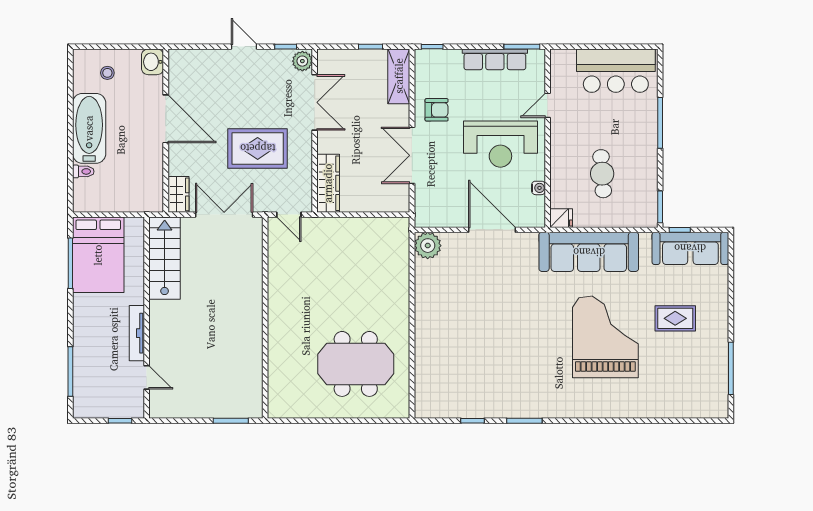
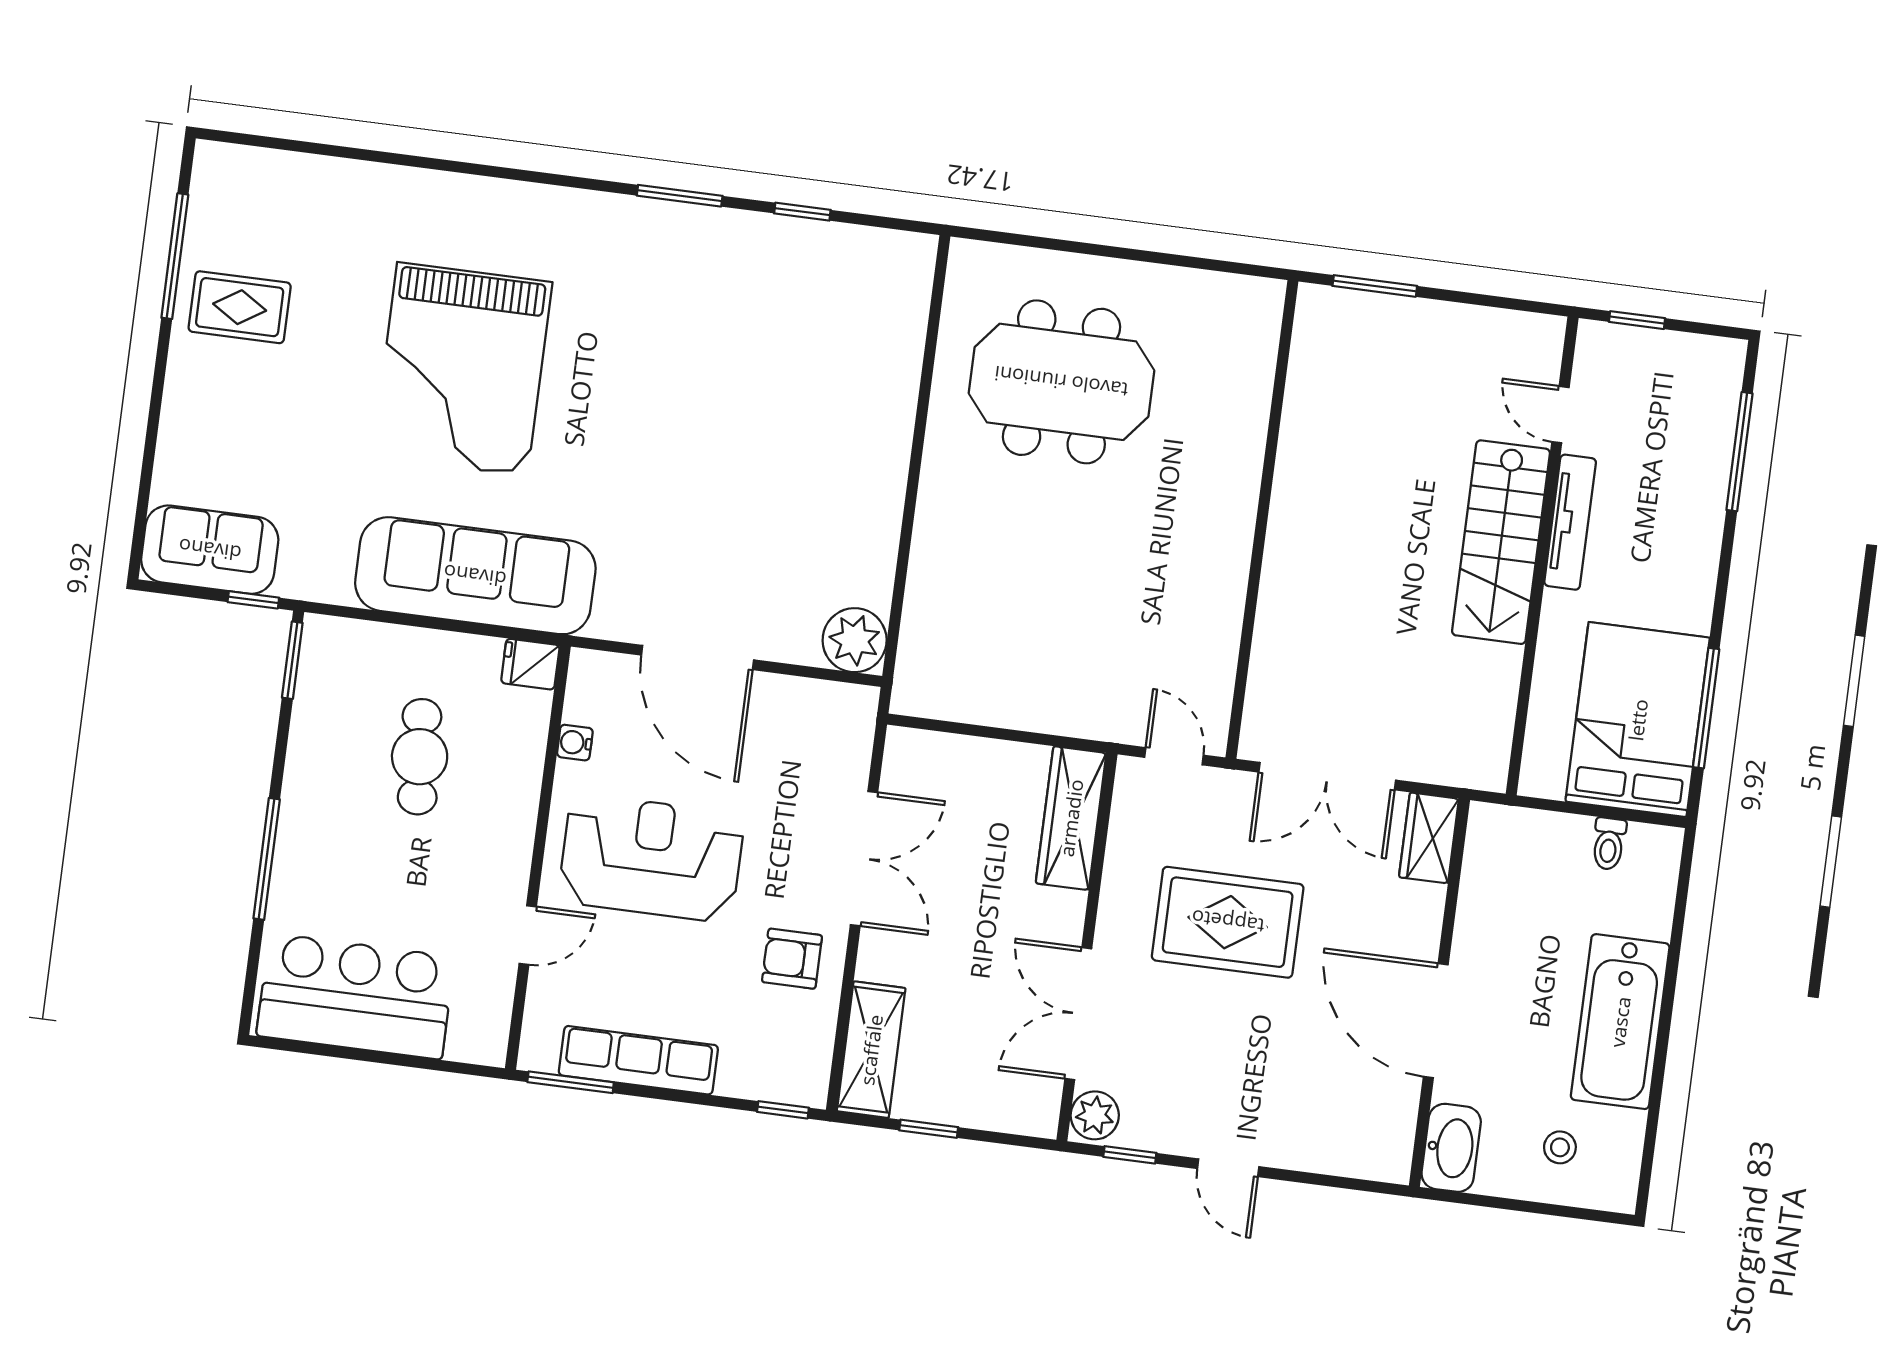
washbasin: (153, 62) -> (1451, 1148), width x1.38
toilet: (83, 171) -> (1609, 844), moved, turned -90
sofa: (690, 248) -> (210, 550), width x0.73
stairs: (165, 258) -> (1501, 542), moved
rug: (675, 318) -> (240, 307), moved

